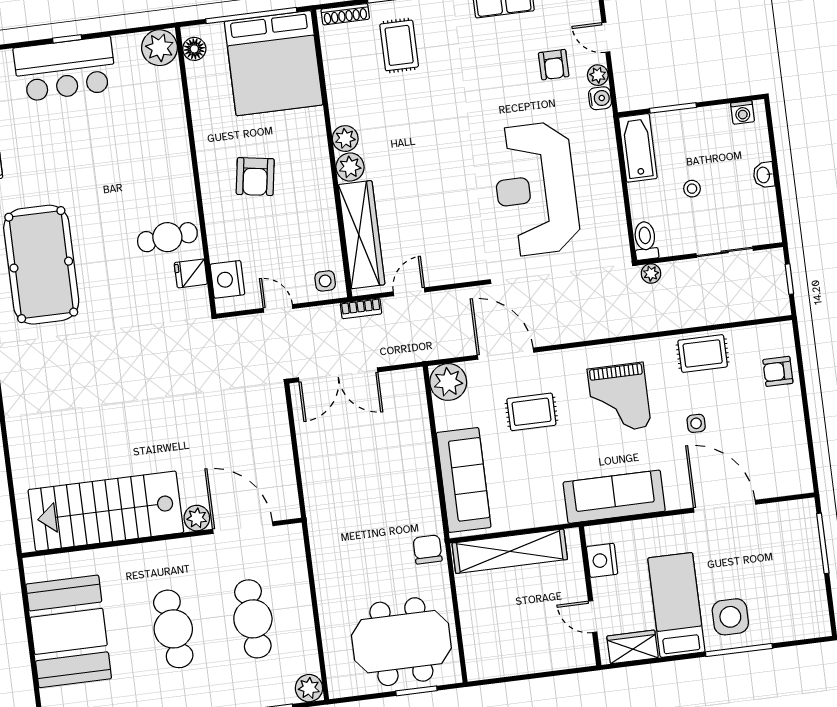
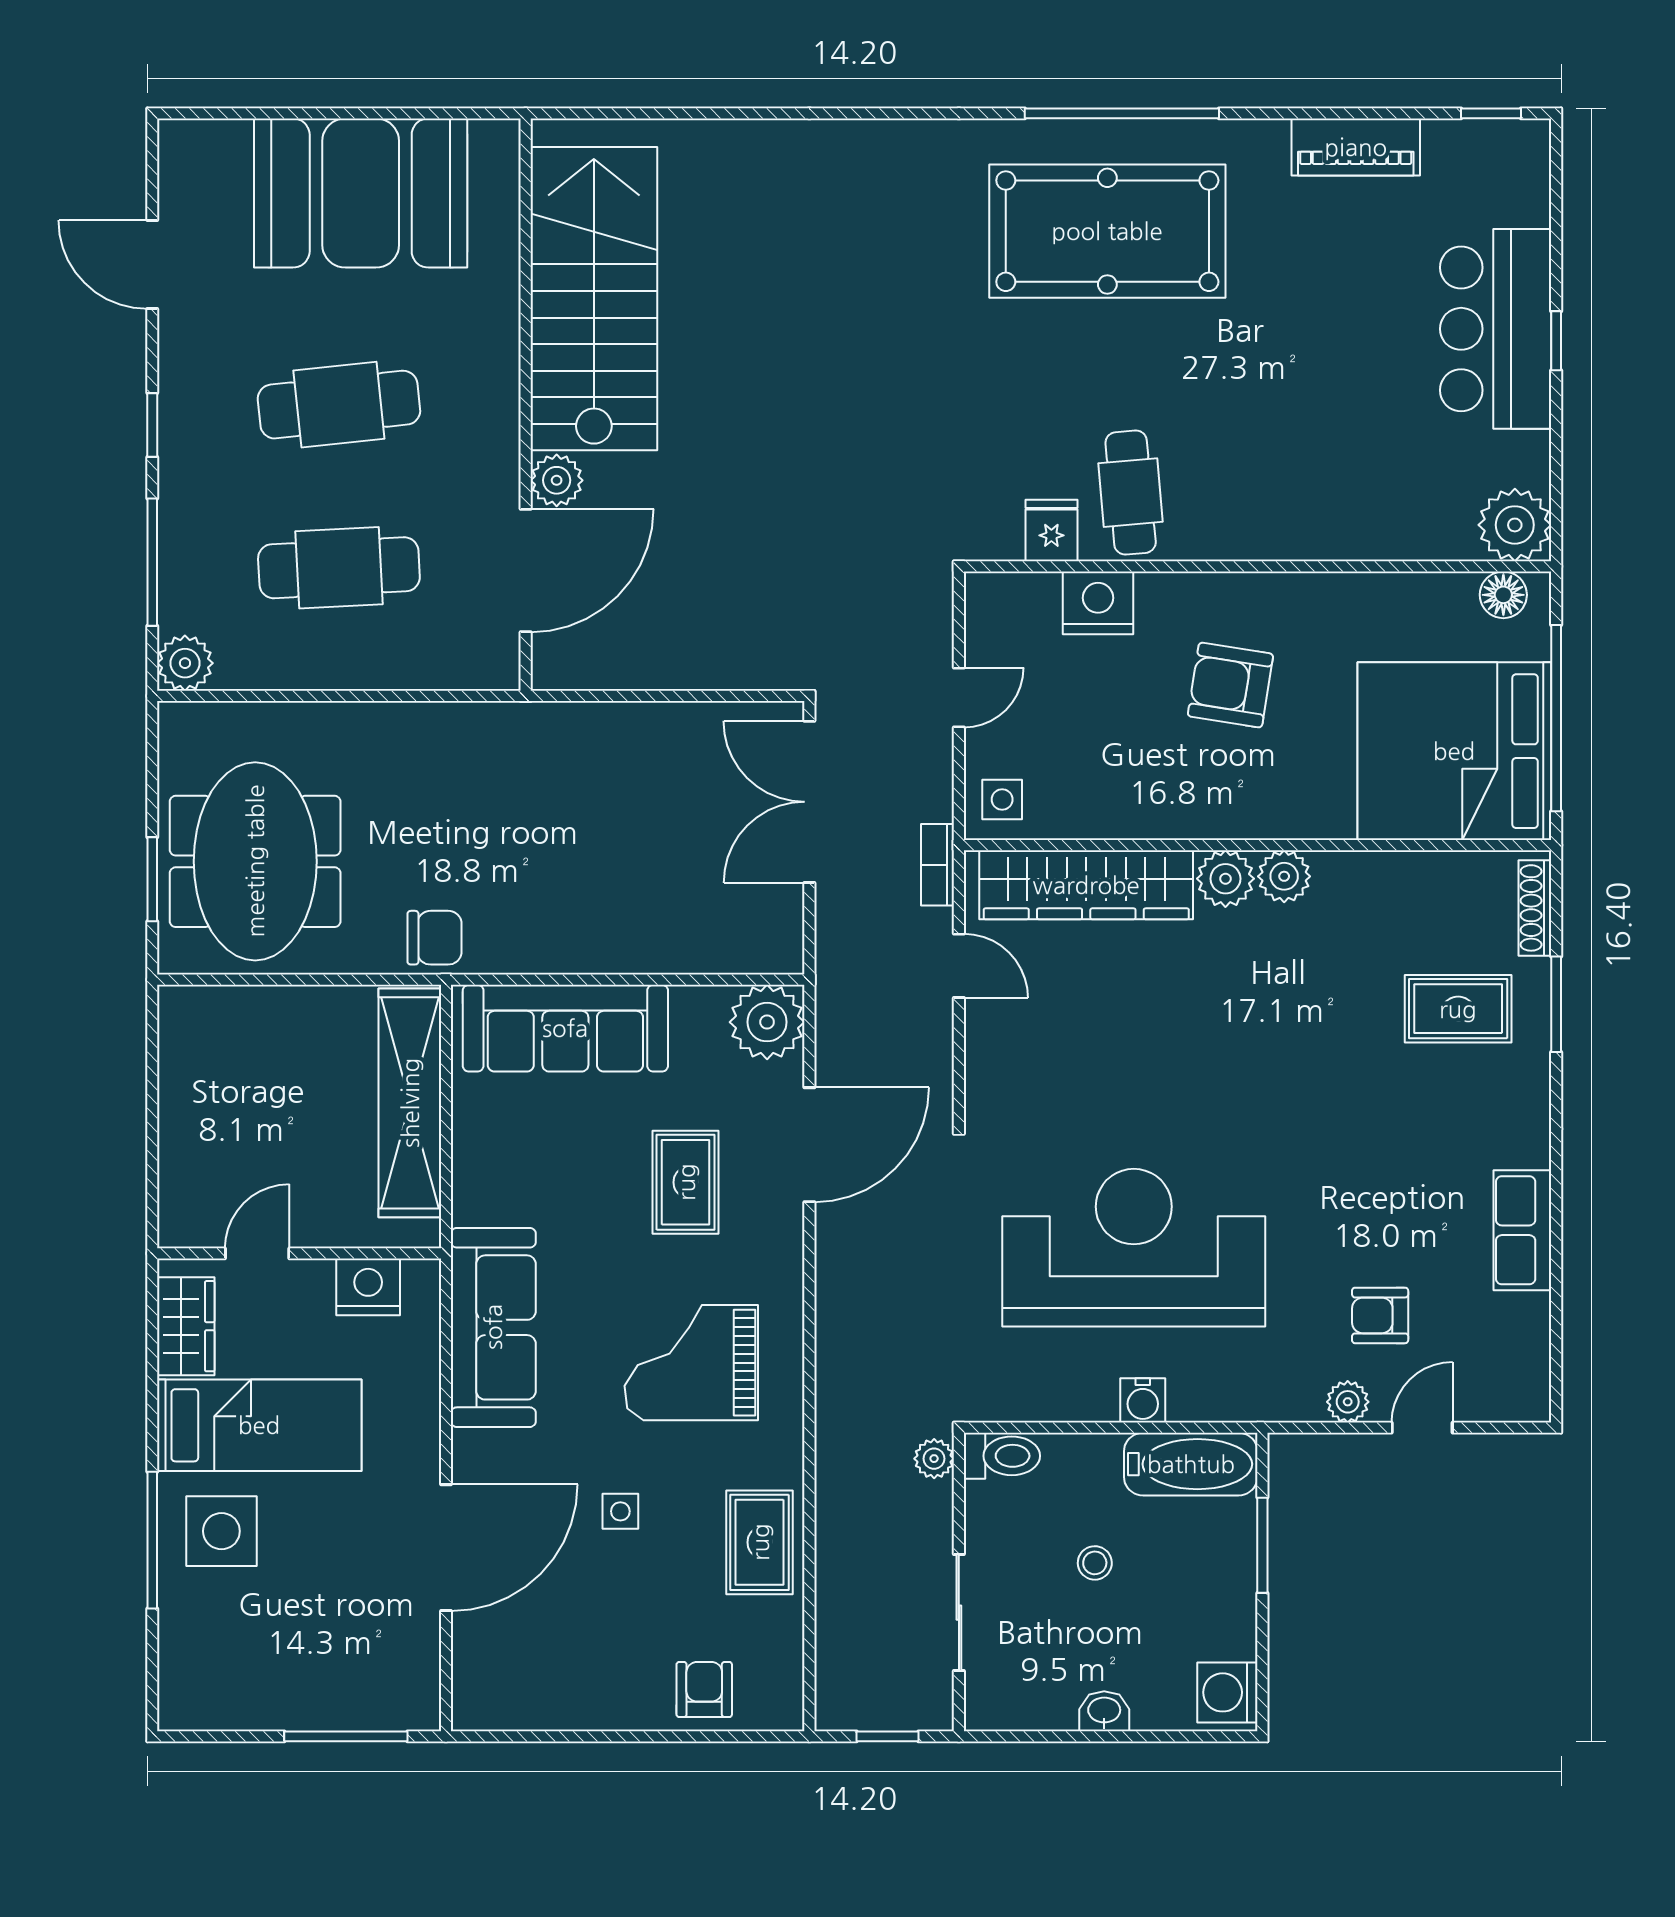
water cooler: (600, 98) -> (1143, 1400), moved
washing machine: (743, 112) -> (1227, 1692), width x1.38, depth x1.38
nightstand: (227, 279) -> (1098, 603), moved

